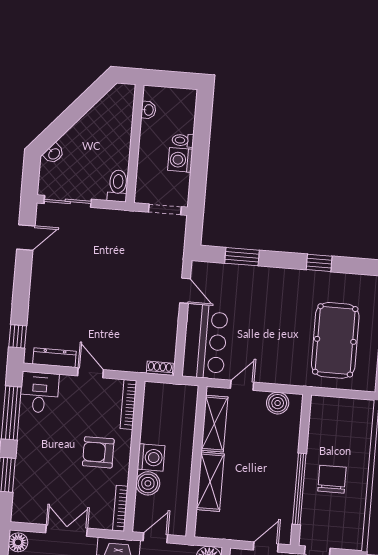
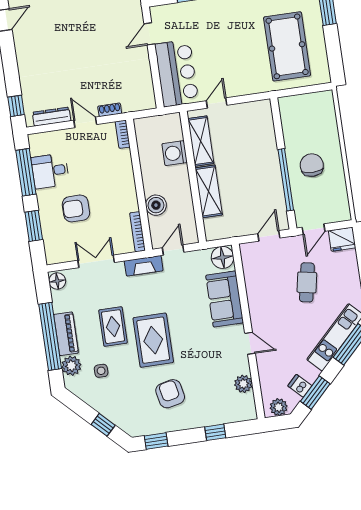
door: (185, 291) -> (149, 34), swing flipped
shoe rack: (160, 368) -> (110, 110), moved
desk: (39, 392) -> (50, 171), moved, turned -90
boiler: (278, 403) -> (250, 111), removed
bookcase: (128, 405) -> (123, 134), width x0.64
armchair: (98, 452) -> (76, 208), moved
washing machine: (151, 457) -> (175, 153), moved, turned 180

